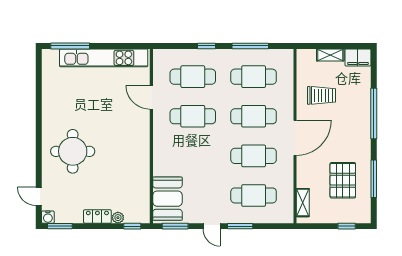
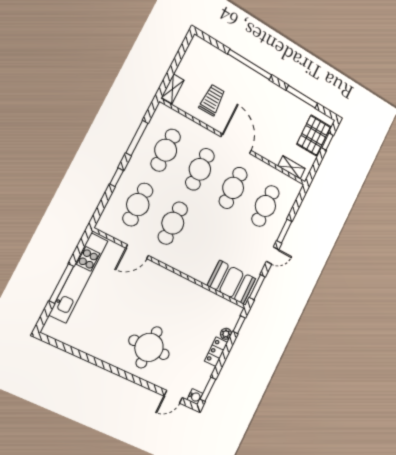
window: (70, 46) -> (62, 283), moved
shelving: (330, 55) -> (173, 89), moved
filing cabinet: (358, 57) -> (196, 49), removed
pallet: (343, 180) -> (314, 135), moved, turned 90

